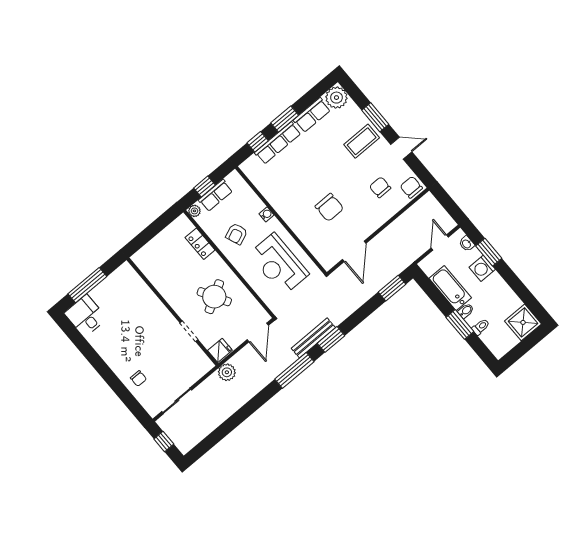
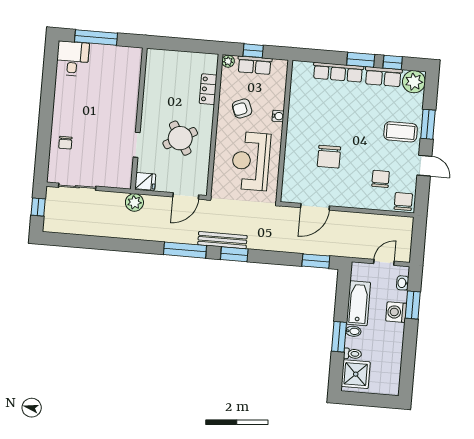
window: (258, 142) -> (393, 62), moved
shower: (523, 322) -> (356, 374), moved

